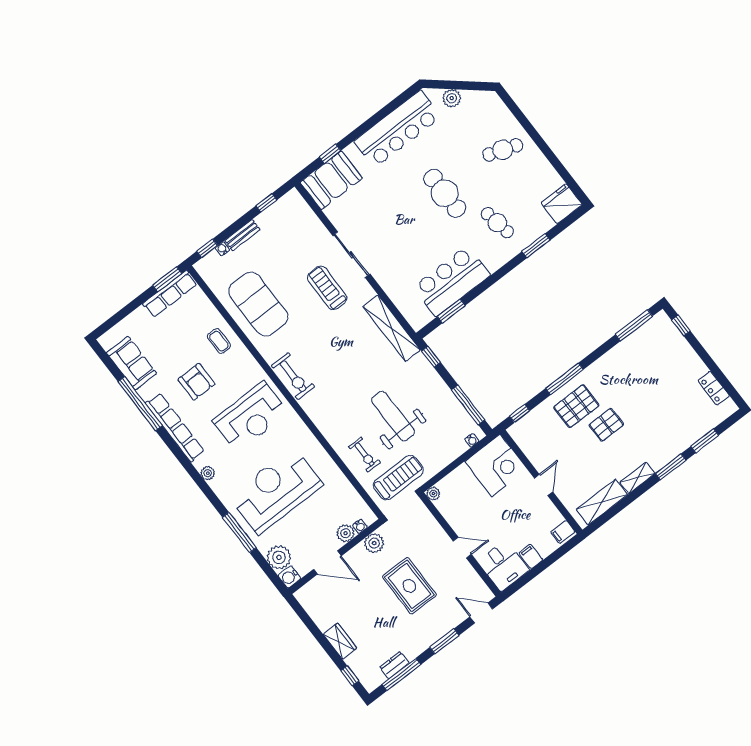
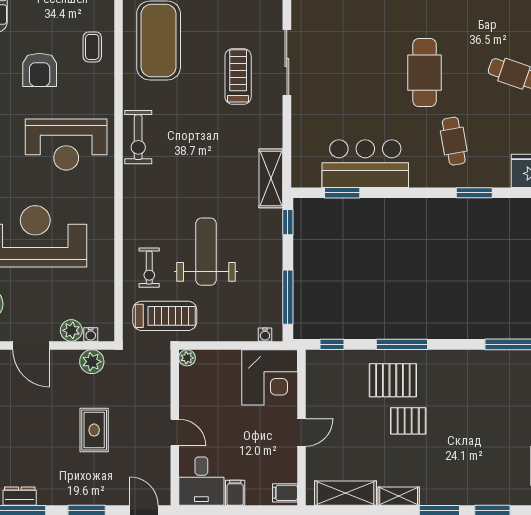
shelving: (392, 328) -> (271, 178), width x0.68
rug: (409, 586) -> (94, 430), width x0.73, depth x0.70

